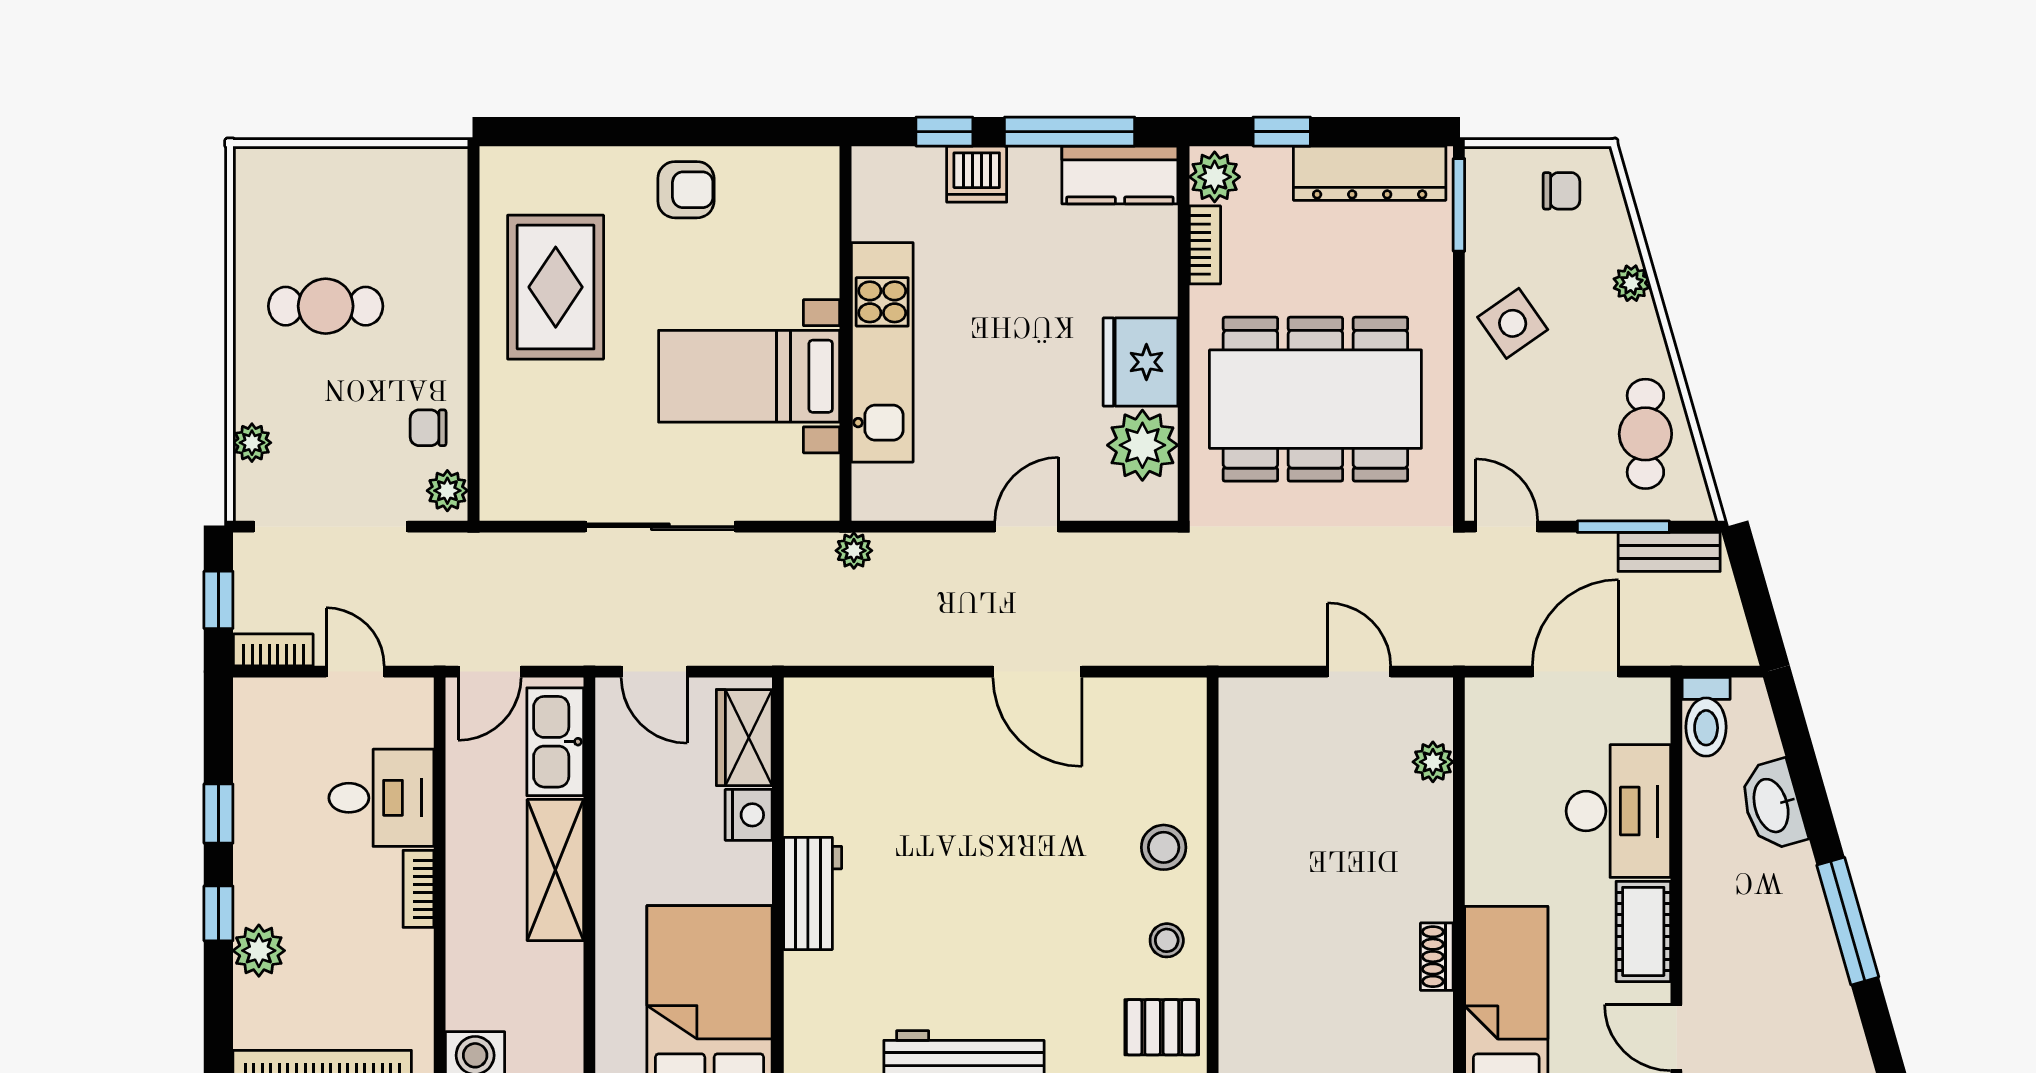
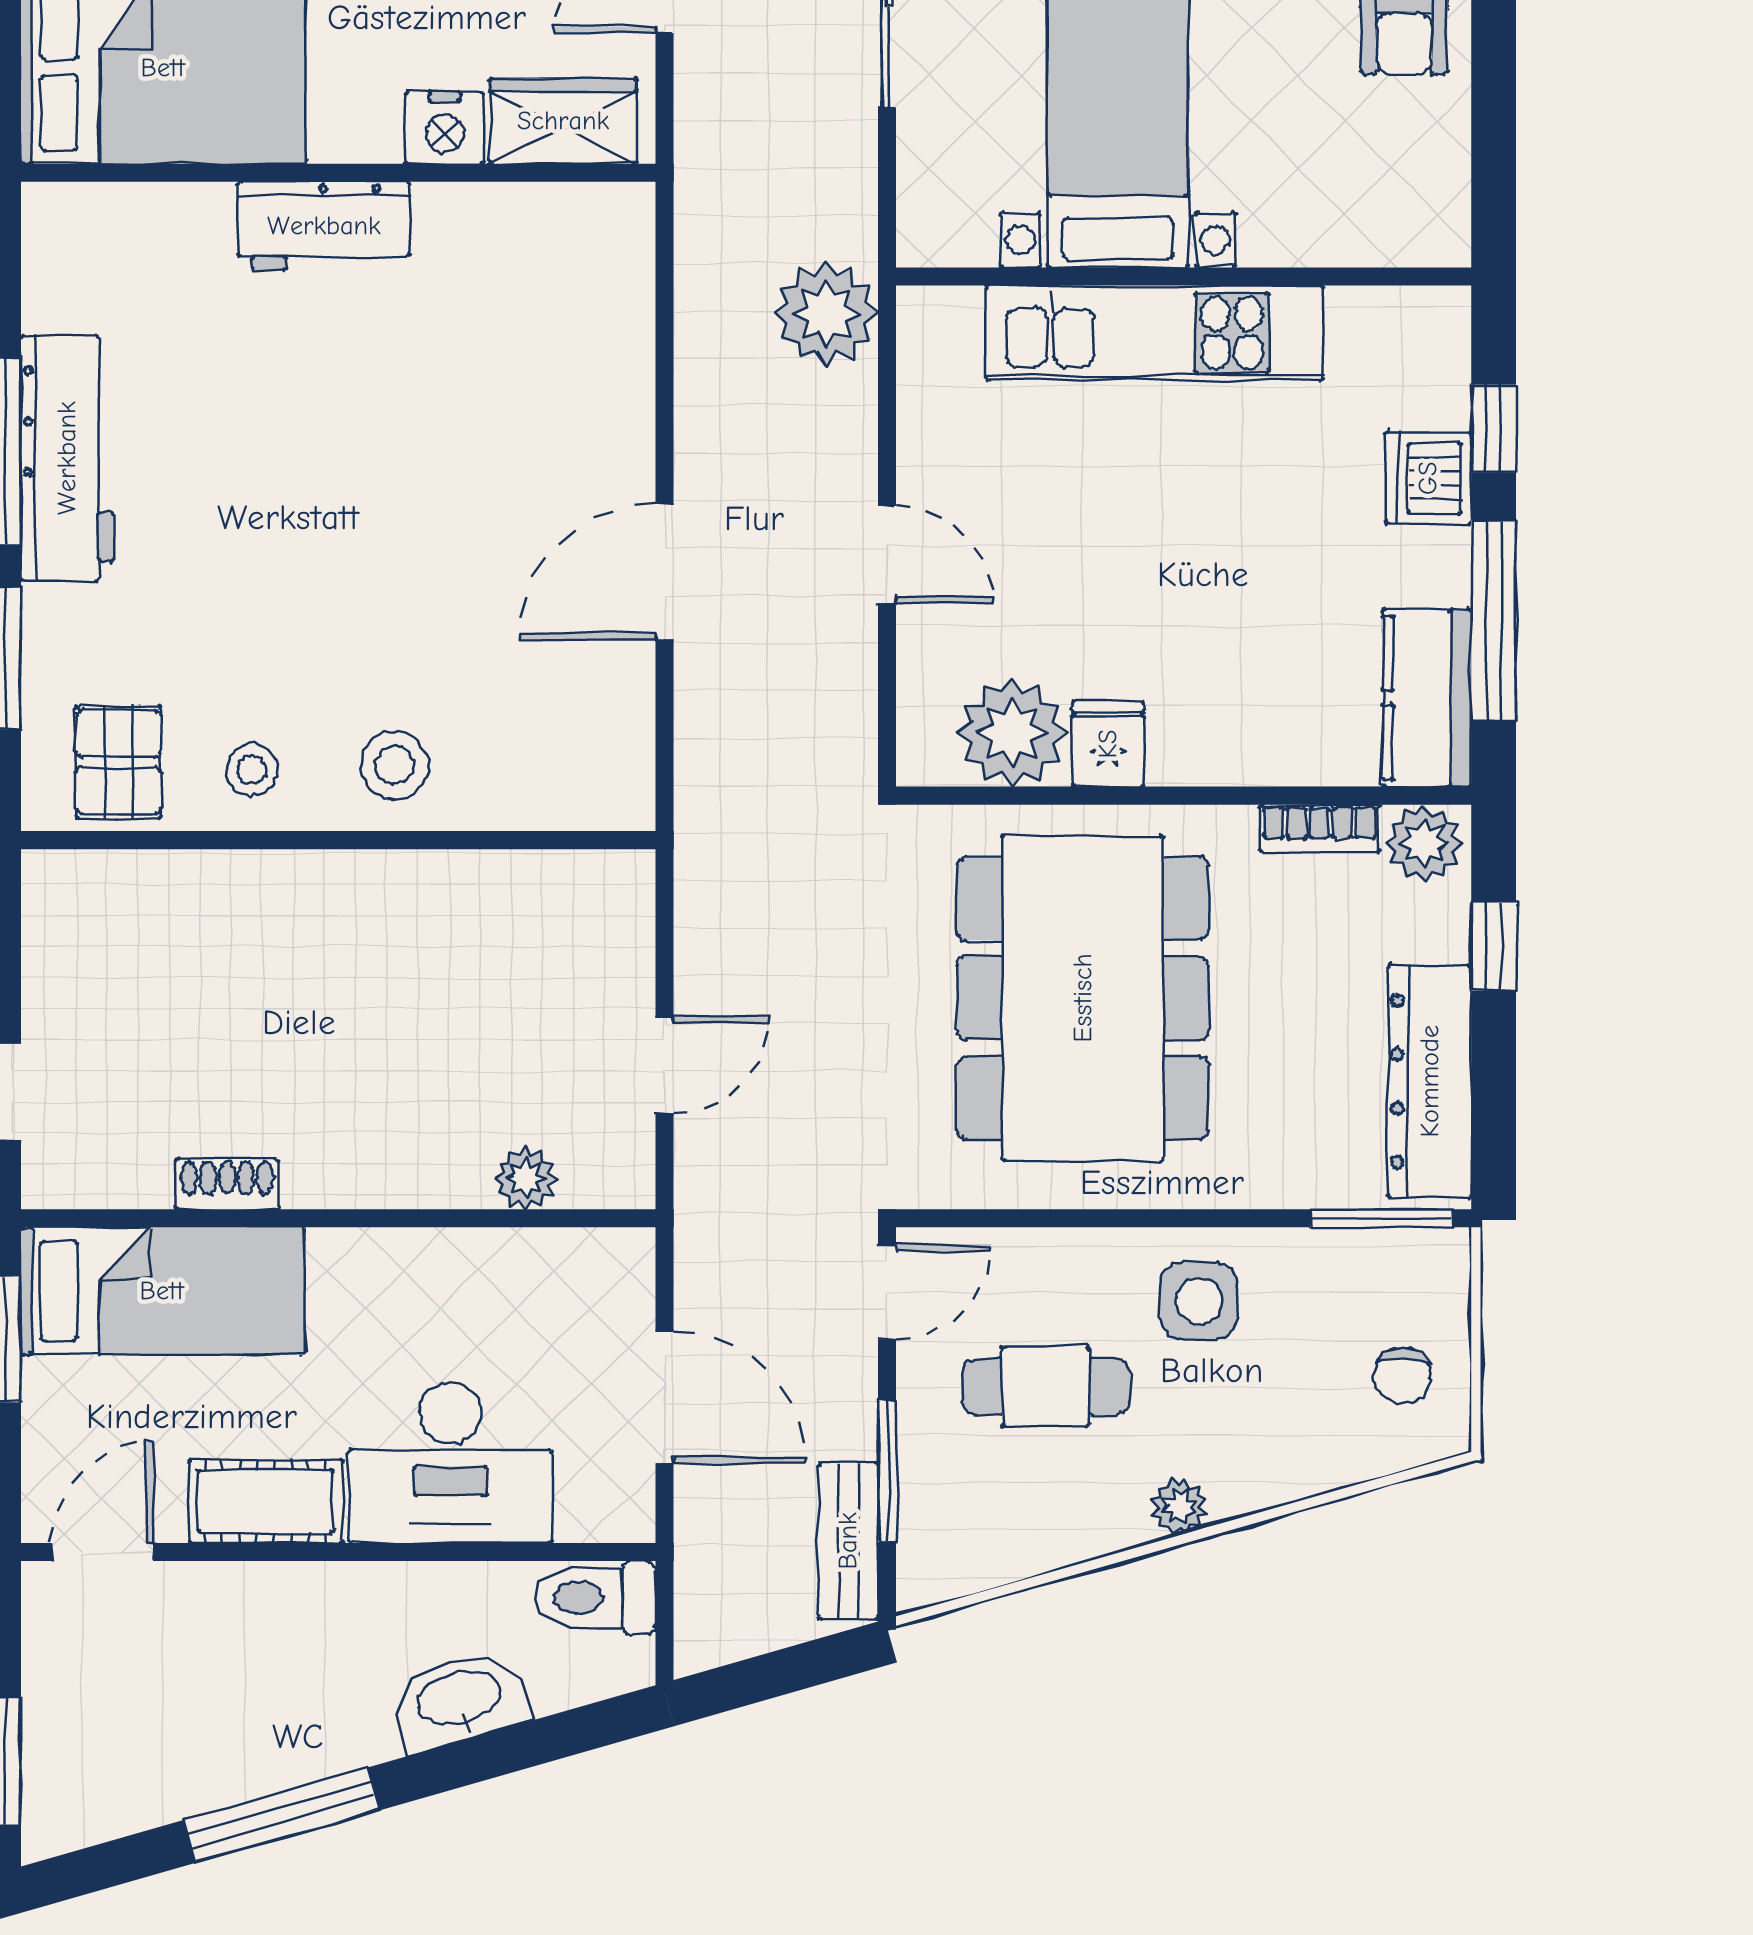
plant: (1631, 283) -> (1179, 1507), moved
side table: (1513, 323) -> (1199, 1301), turned 35
fridge: (1141, 362) -> (1108, 744), width x0.53, depth x0.75
cafe table: (1645, 434) -> (1046, 1387), moved
plant: (854, 551) -> (826, 314), width x1.88, depth x1.88

